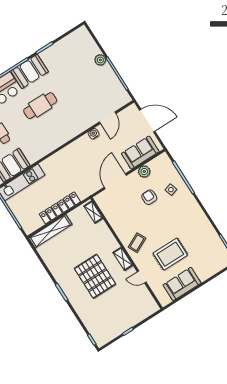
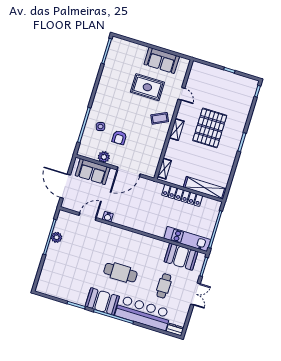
plant: (100, 60) -> (57, 237), moved
shelving: (123, 259) -> (177, 129), moved

